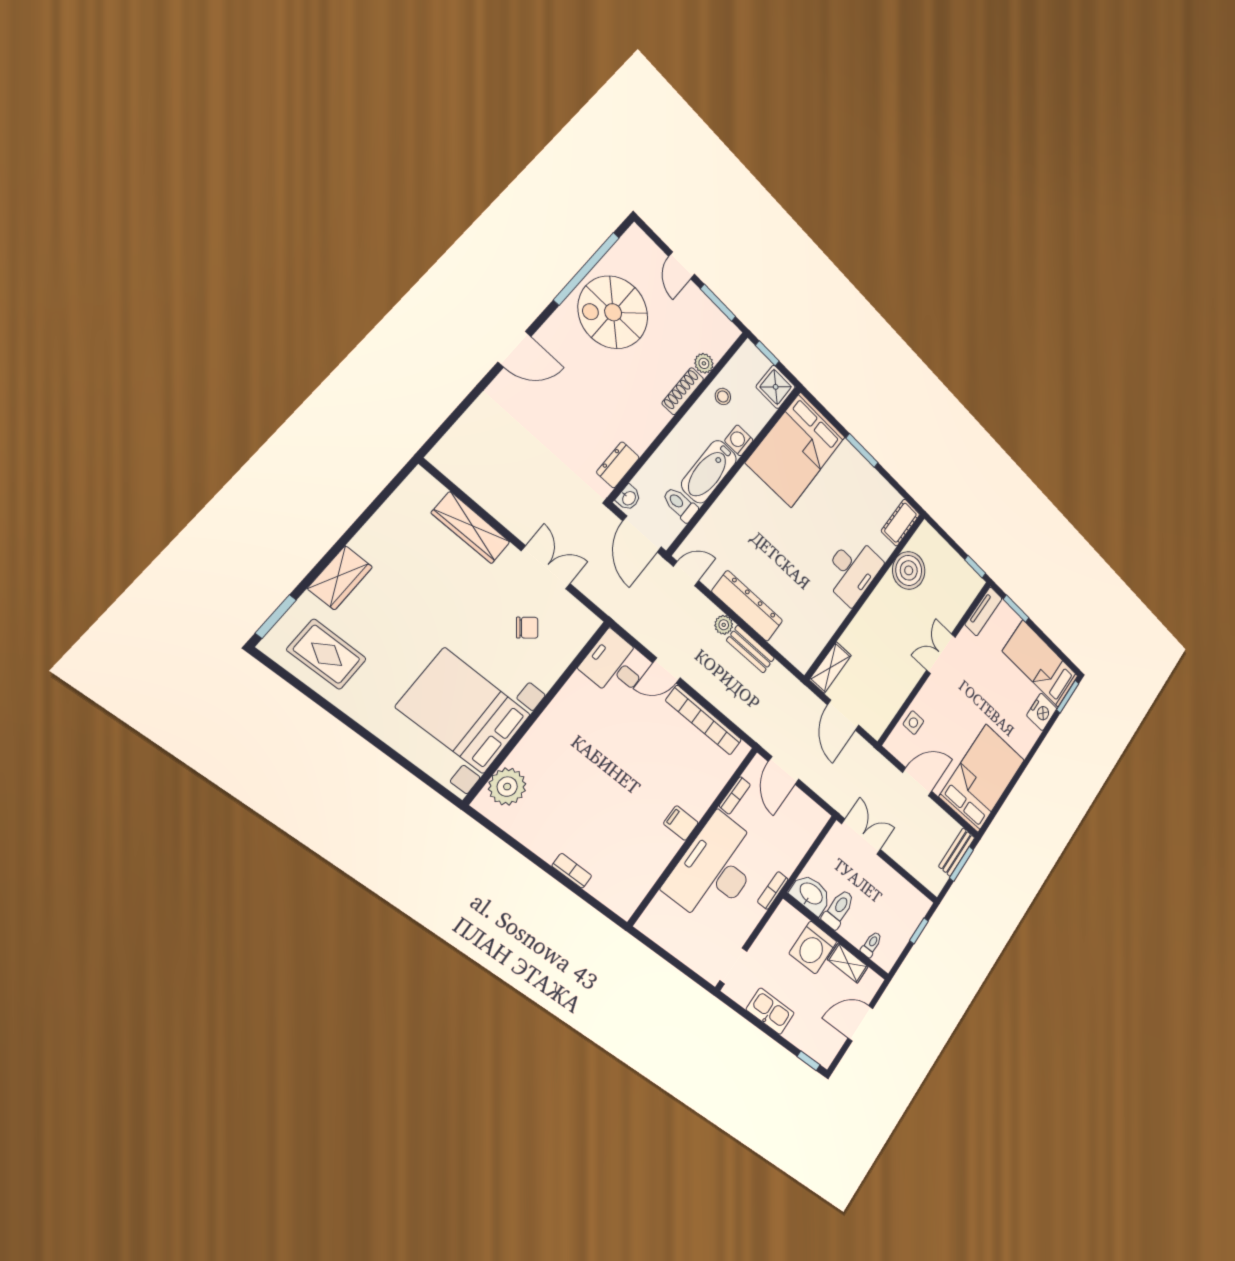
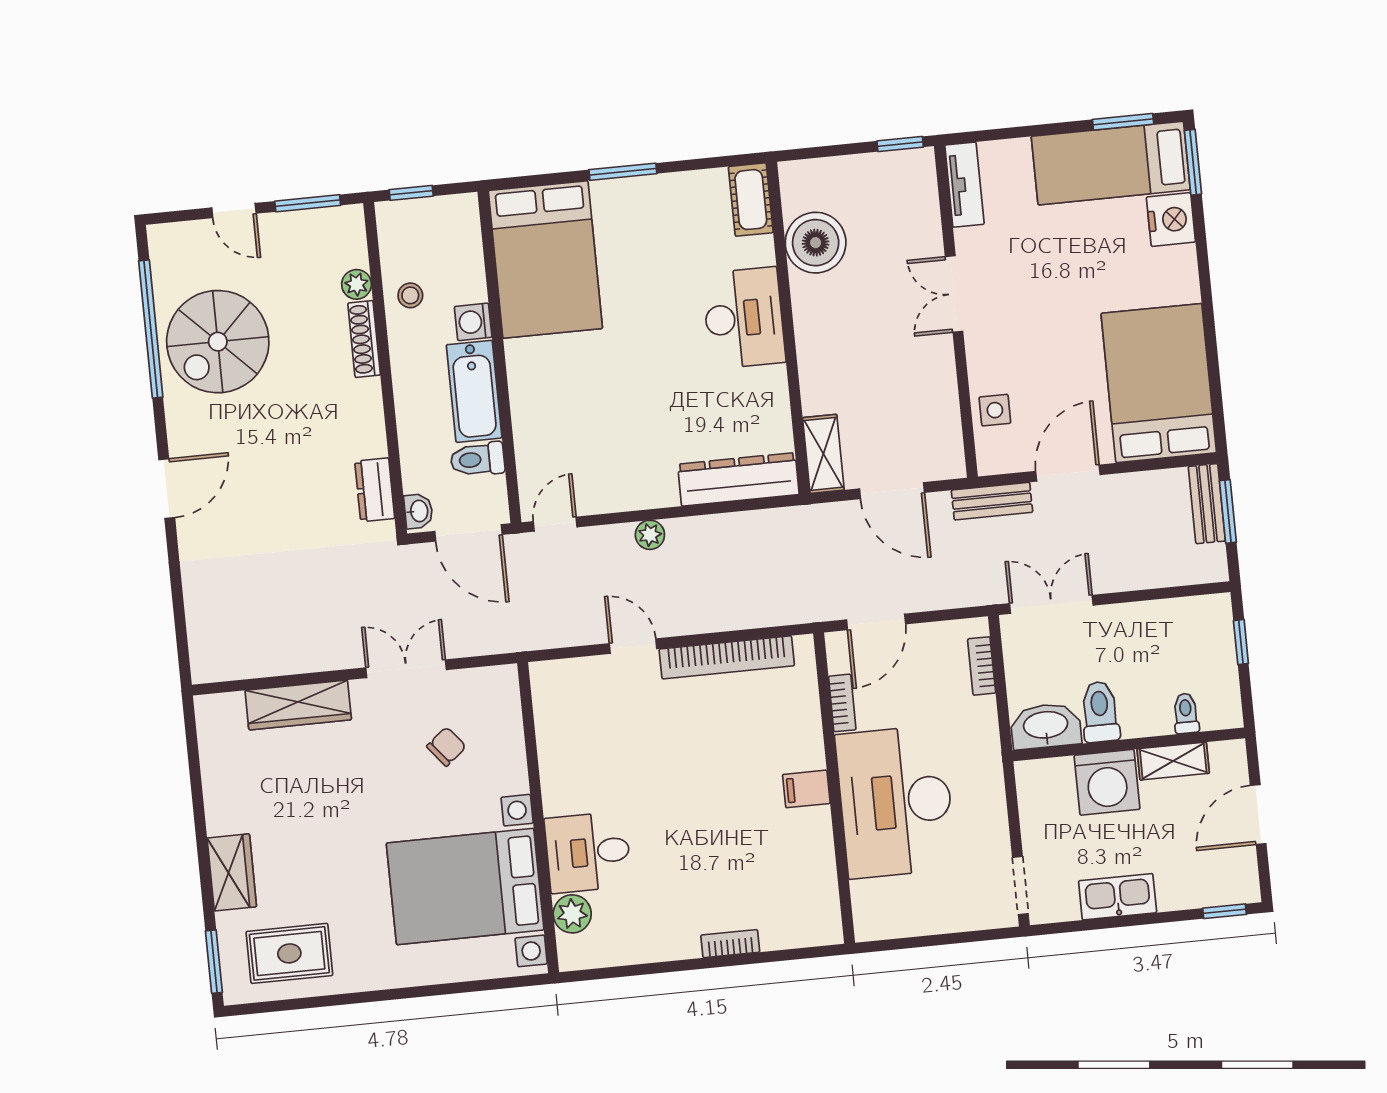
shower: (776, 387) -> (456, 218), removed
dresser: (747, 606) -> (738, 479), moved
window: (1016, 609) -> (1123, 122), moved
bench: (751, 649) -> (992, 501), moved
desk: (615, 665) -> (588, 852), moved
door: (666, 670) -> (633, 646), swing flipped
door: (783, 770) -> (876, 622), hinge flipped
plant: (507, 787) -> (572, 914), width x0.73, depth x0.73
bookcase: (773, 890) -> (982, 666), moved

